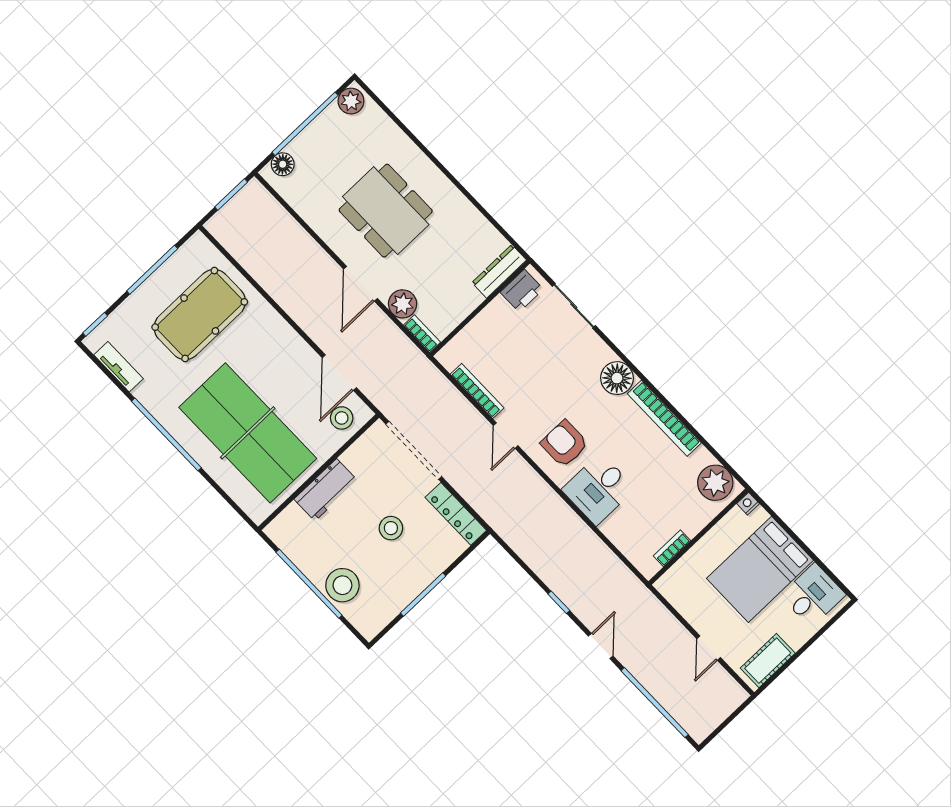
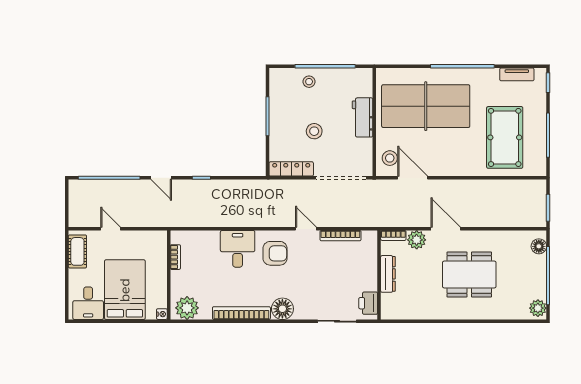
dresser: (499, 271) -> (388, 274), moved
stool: (342, 585) -> (309, 82), width x0.53, depth x0.53

